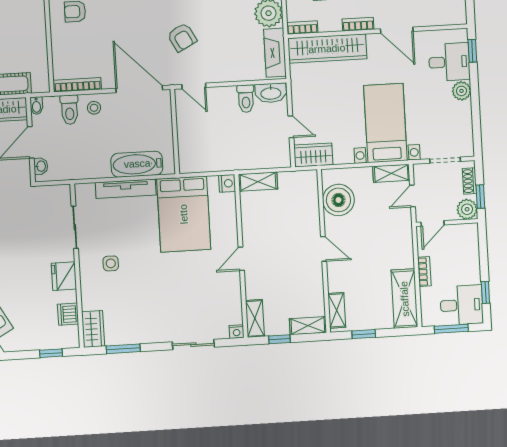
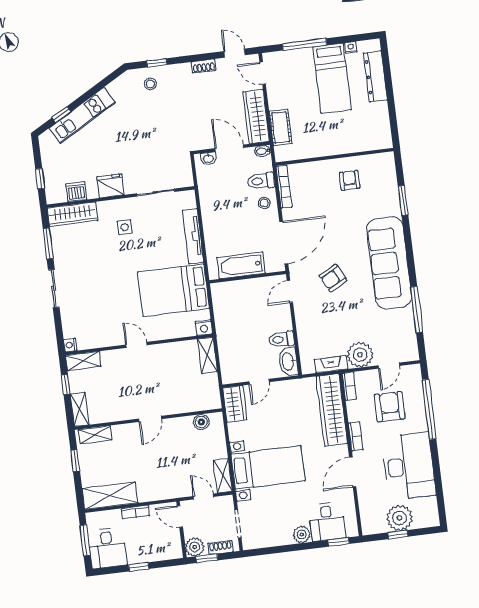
fireplace: (275, 53) -> (331, 364), width x0.73, depth x0.76
bathtub: (137, 164) -> (241, 265), moved, turned -90
boiler: (338, 200) -> (201, 422), width x0.54, depth x0.54
window: (485, 292) -> (139, 567), moved
wardrobe: (93, 329) -> (72, 214), width x1.50
sliding door: (193, 345) -> (54, 288), moved

